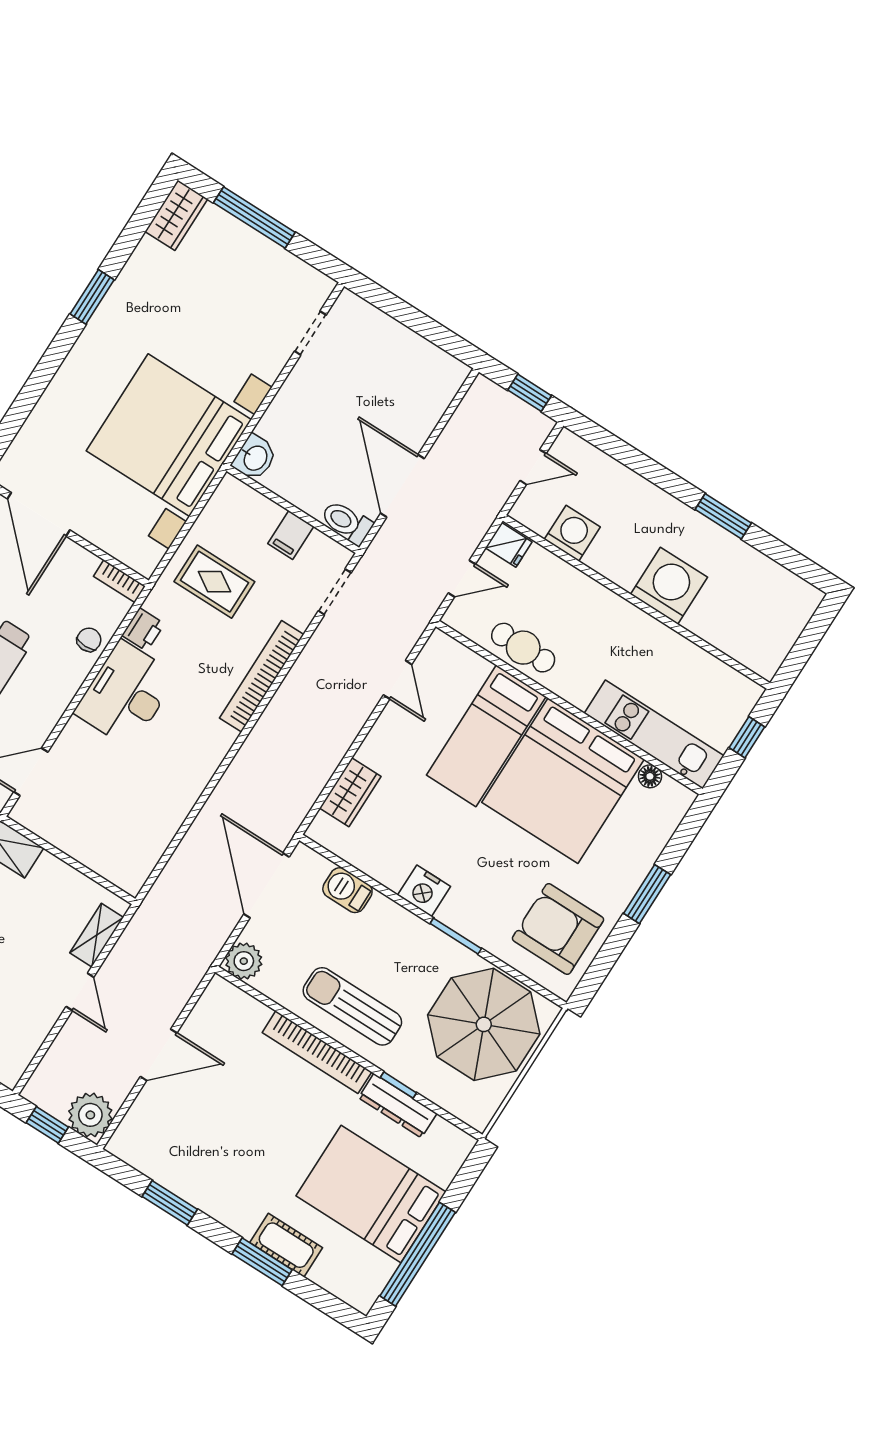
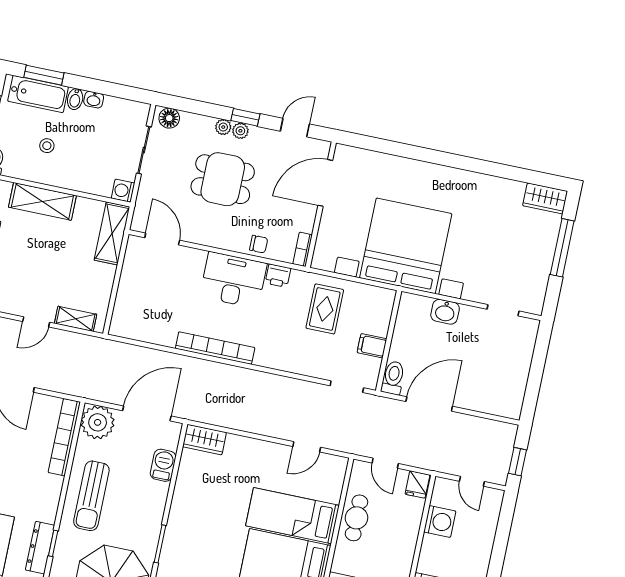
window: (92, 297) -> (474, 165), removed
washbasin: (255, 458) -> (445, 312), moved
bookcase: (262, 676) -> (215, 348), moved
wardrobe: (350, 792) -> (204, 440), moved
nightstand: (424, 891) -> (181, 513), removed
plant: (244, 961) -> (98, 422), width x1.36, depth x1.36
sun lounger: (352, 1006) -> (91, 496), turned 180
bookcase: (317, 1052) -> (64, 437), moved

